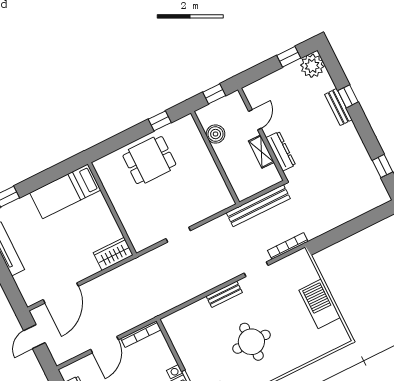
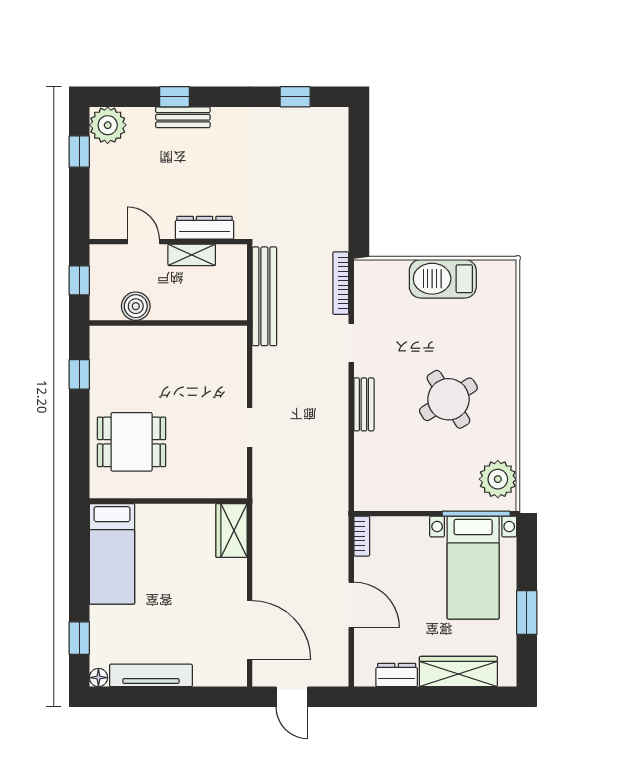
dining table: (149, 160) -> (132, 442), moved, turned 90
bookcase: (141, 334) -> (362, 536), width x0.64
round table: (251, 342) -> (448, 399), turned -32

